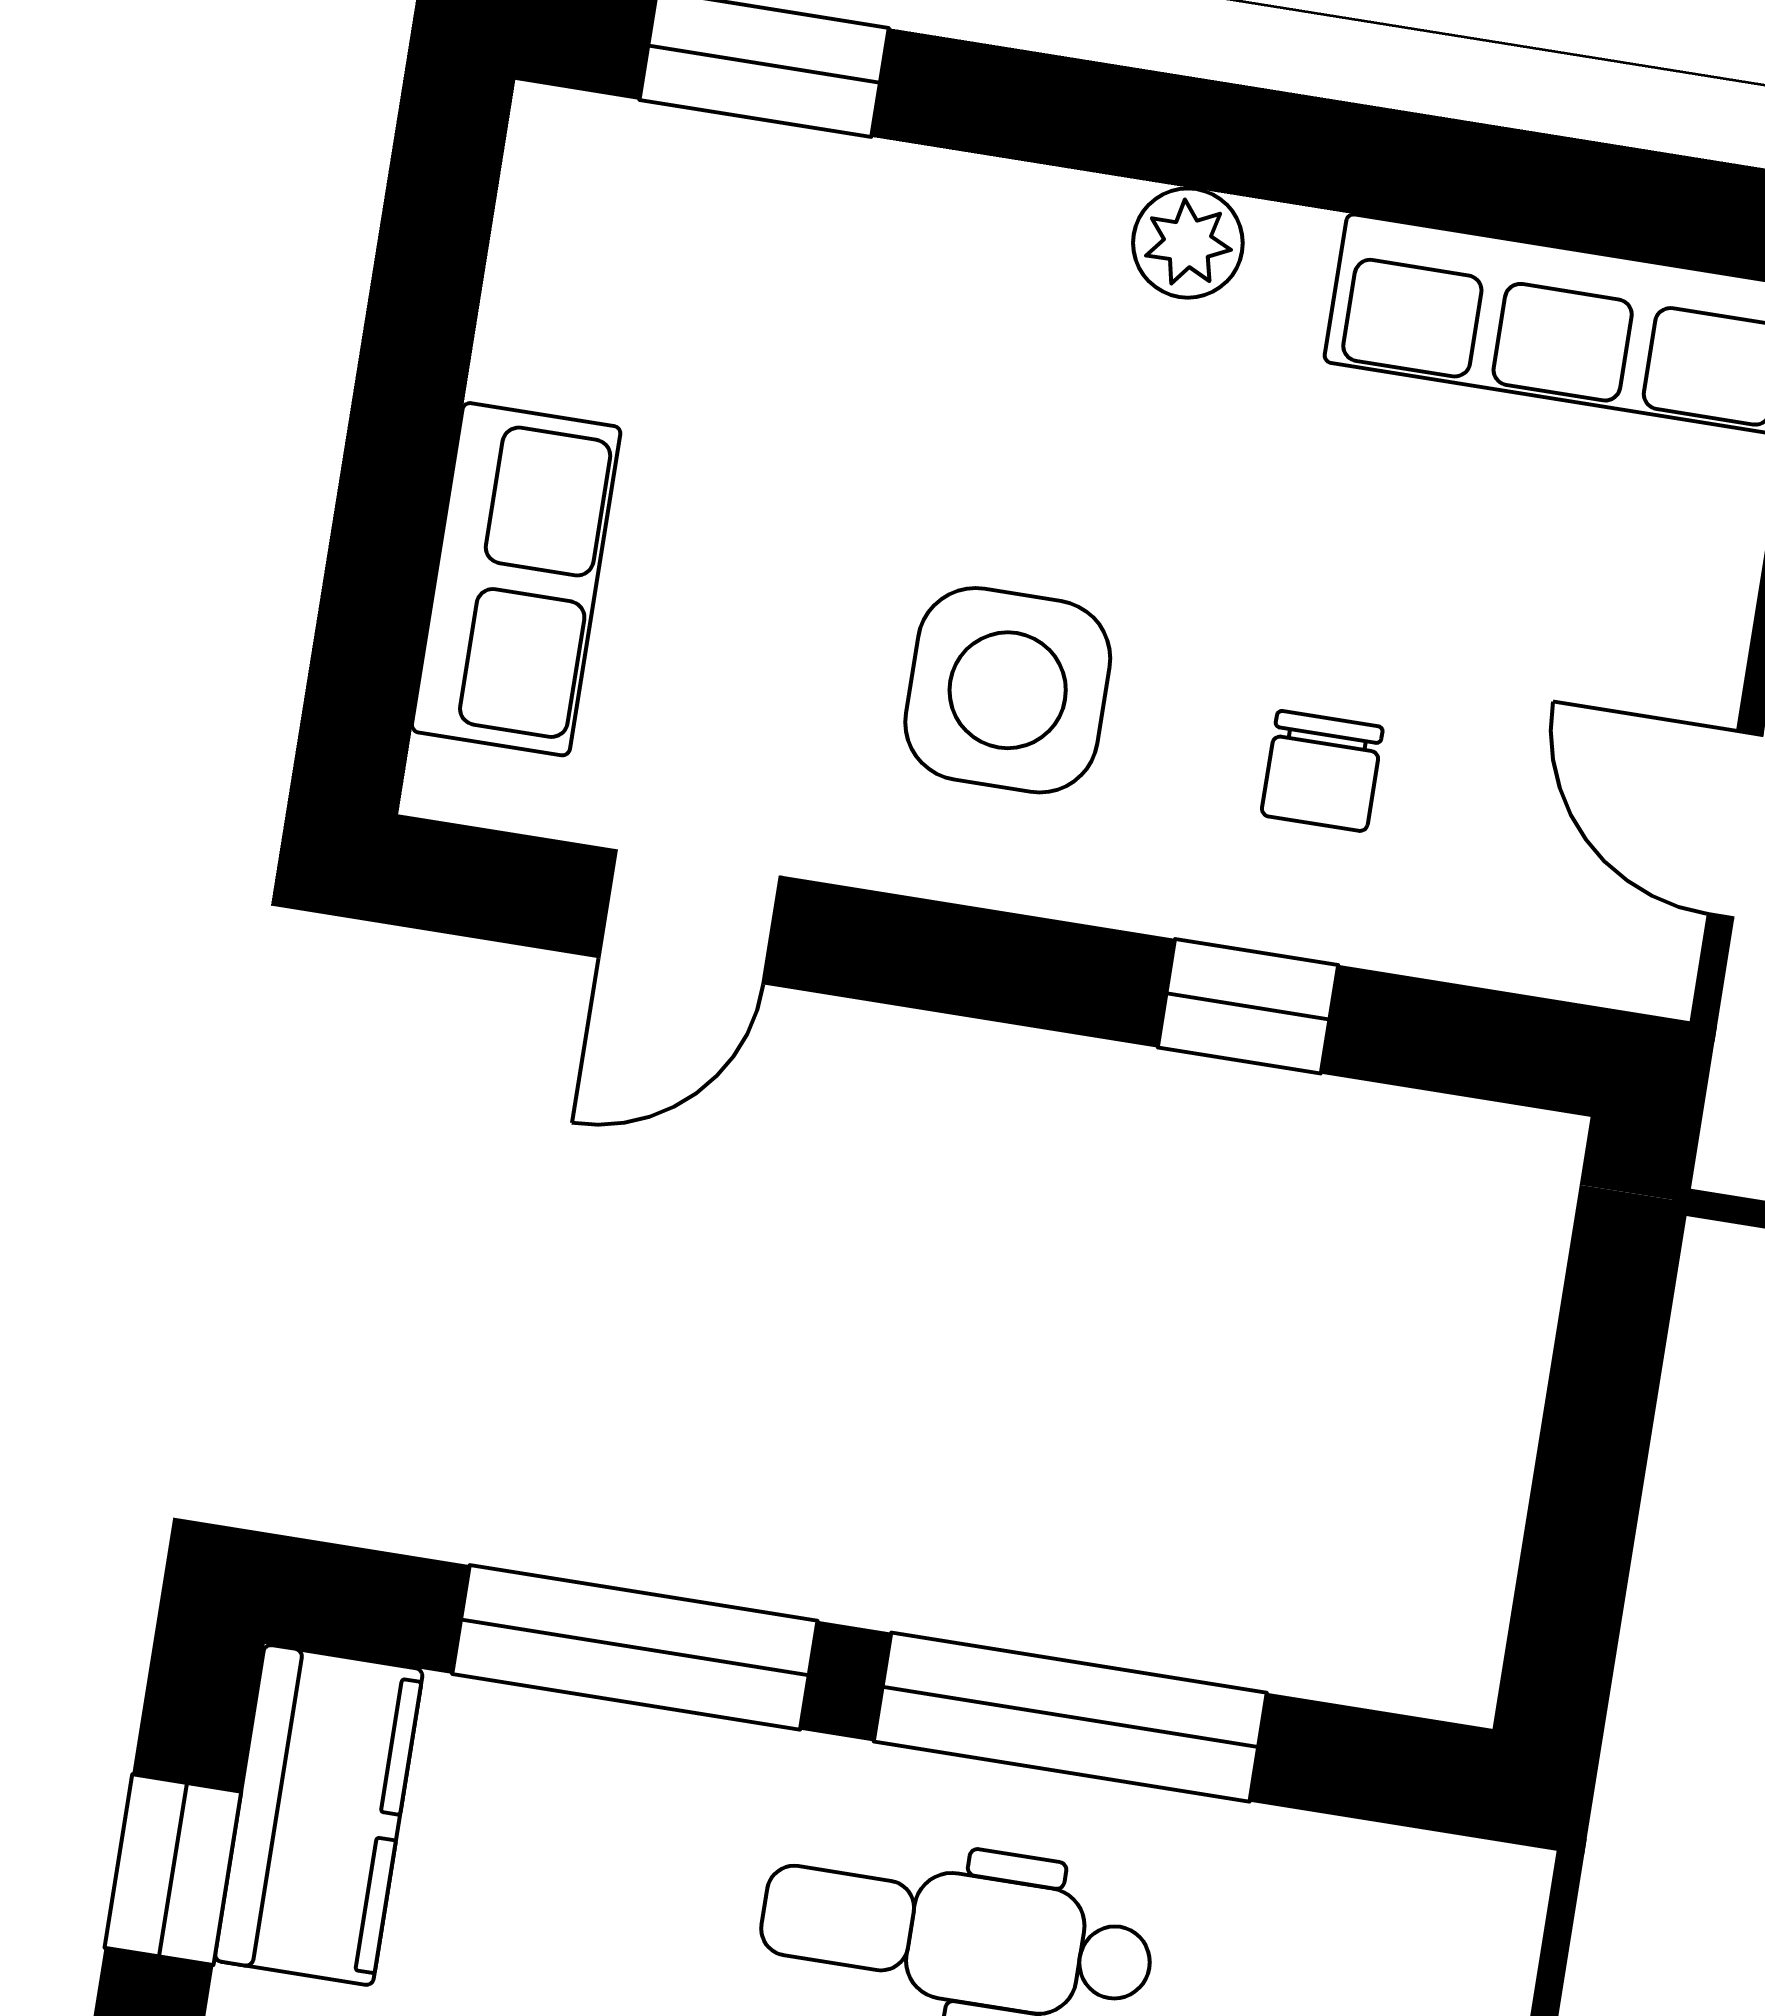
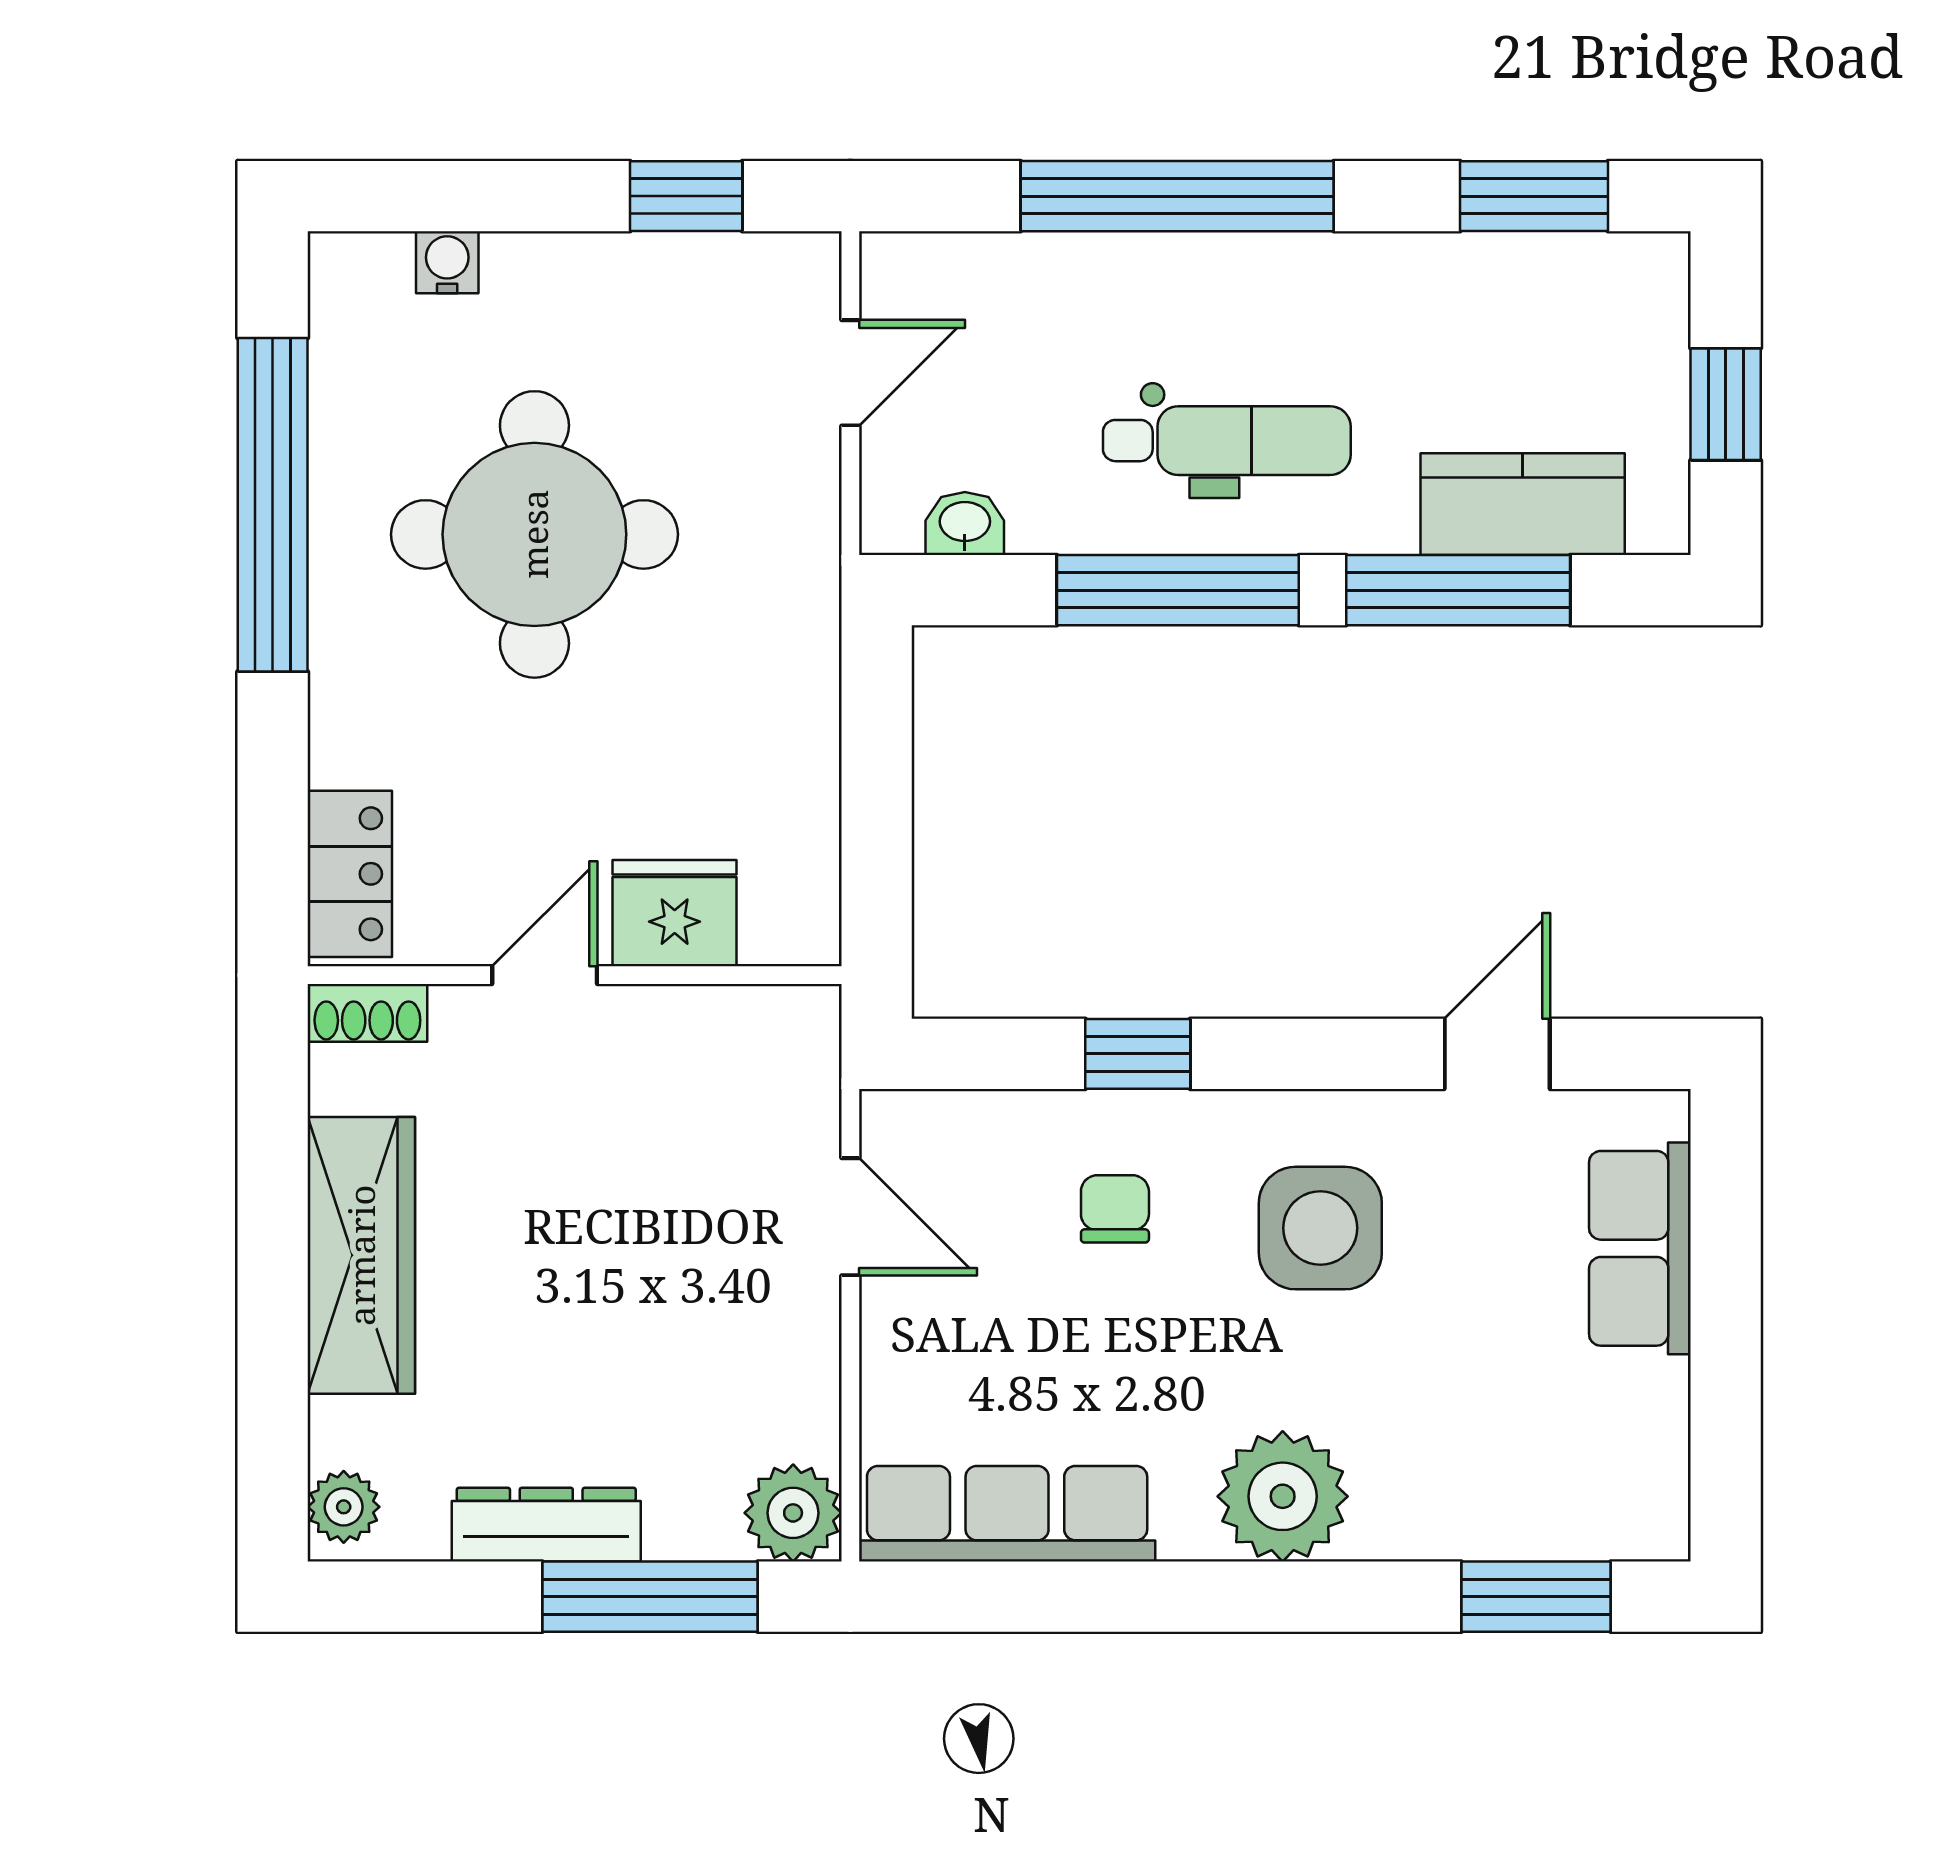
plant: (1188, 243) -> (1283, 1496), width x1.87, depth x1.87
kitchen counter: (319, 1815) -> (1523, 504), moved, turned 90
washbasin: (1385, 1874) -> (965, 523), added

